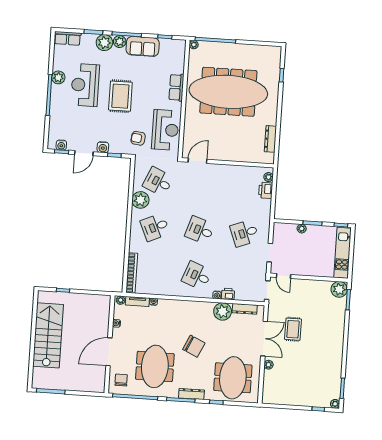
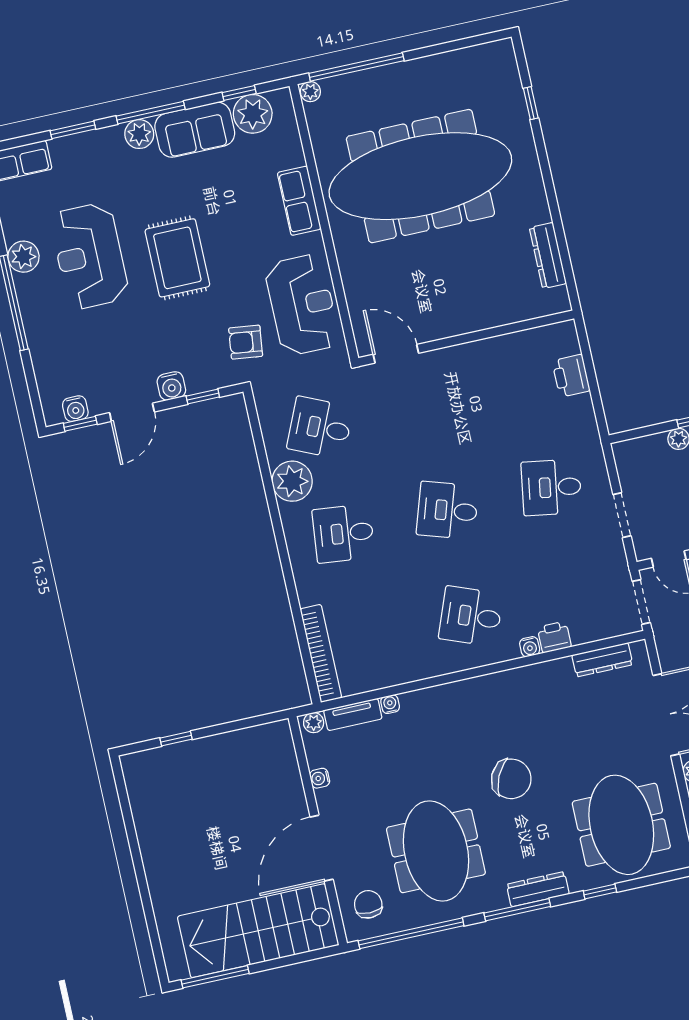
plant: (104, 43) -> (253, 114), moved
door: (197, 161) -> (396, 354), hinge flipped
plant: (269, 177) -> (569, 344), removed
desk: (155, 227) -> (343, 533), turned 30
desk: (245, 233) -> (551, 487), turned 30
plant: (223, 311) -> (554, 680), removed
stairs: (48, 335) -> (258, 931), moved, turned -90

